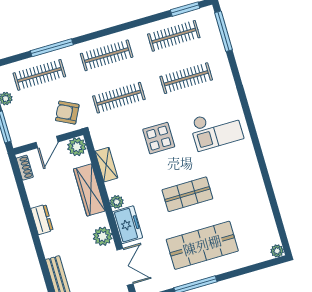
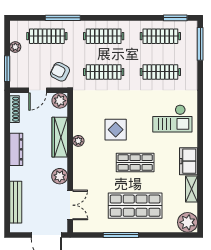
display table: (159, 138) -> (116, 130), moved
shelving: (106, 165) -> (192, 189), moved
shoe rack: (25, 168) -> (14, 109), width x1.43
plant: (117, 202) -> (78, 141), moved
dresser: (42, 219) -> (16, 149), width x1.44
freezer: (128, 225) -> (189, 161), moved, turned 180
plant: (277, 251) -> (188, 222), width x1.87, depth x1.87

